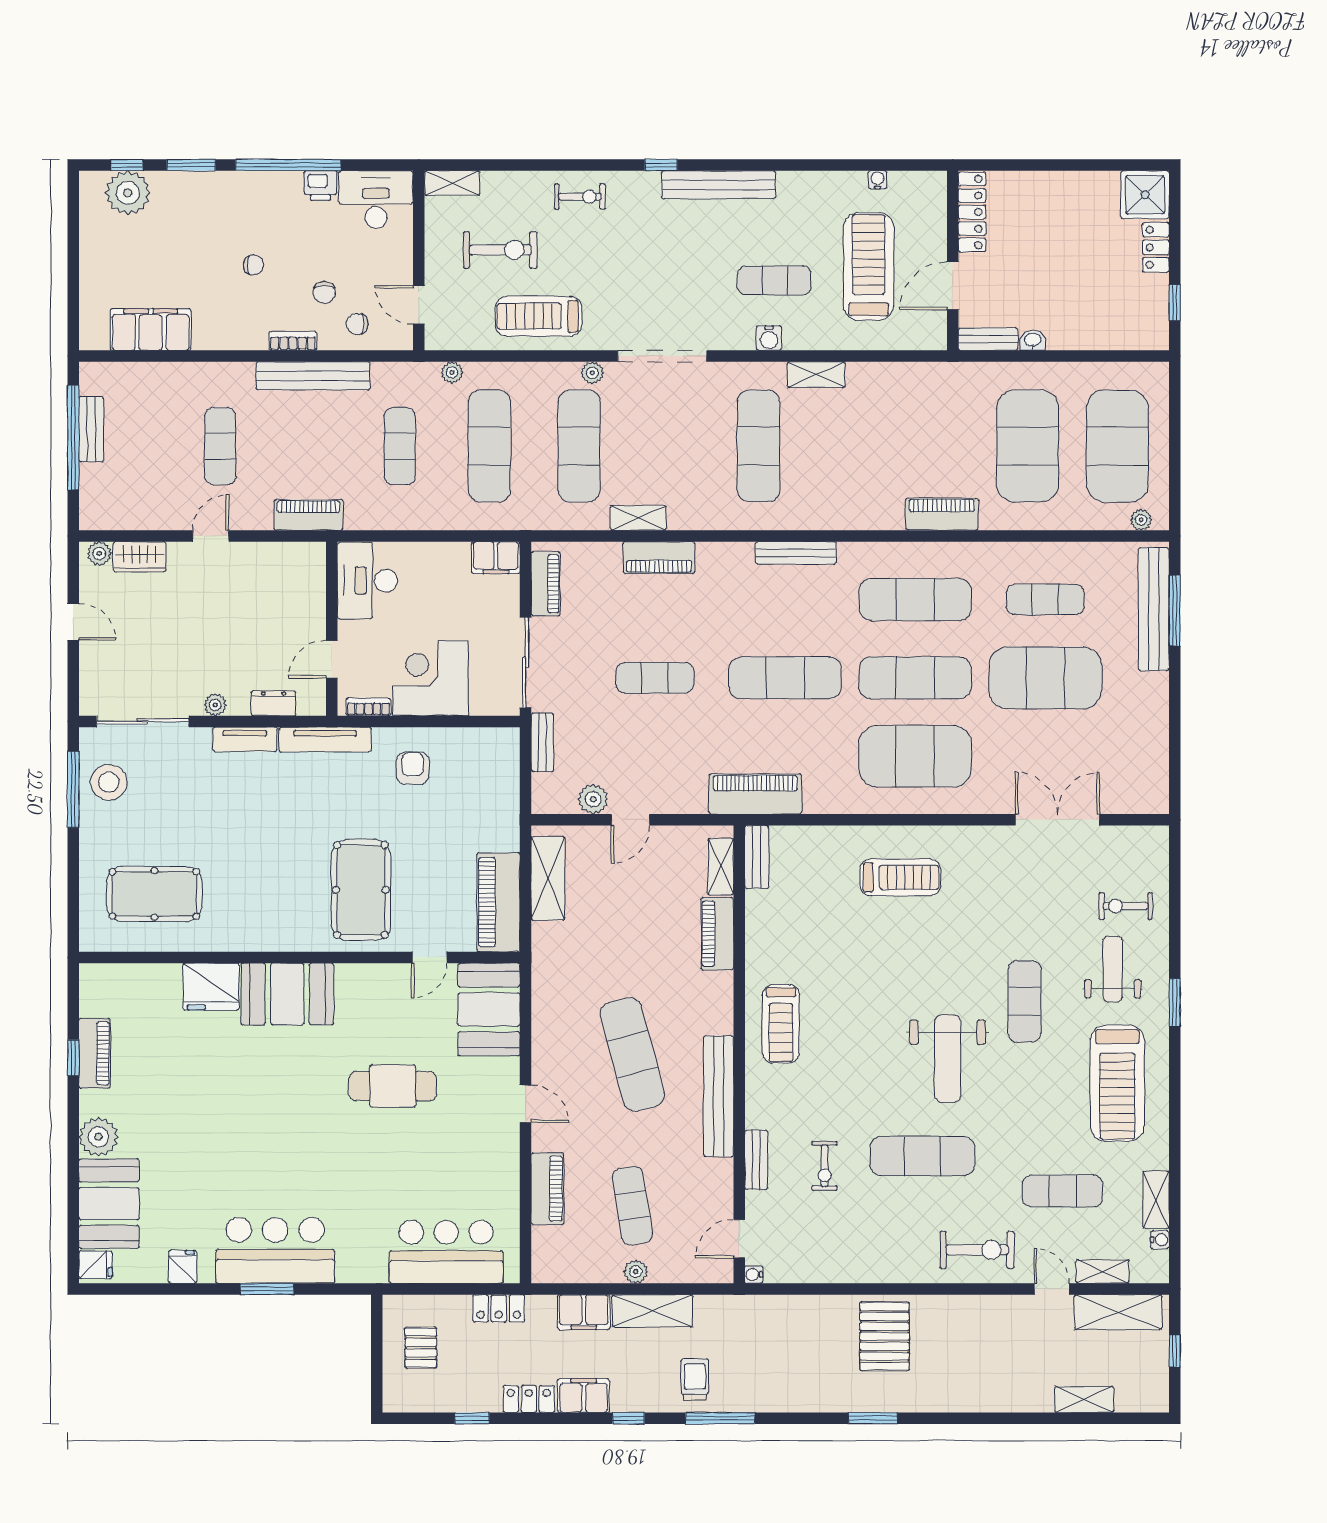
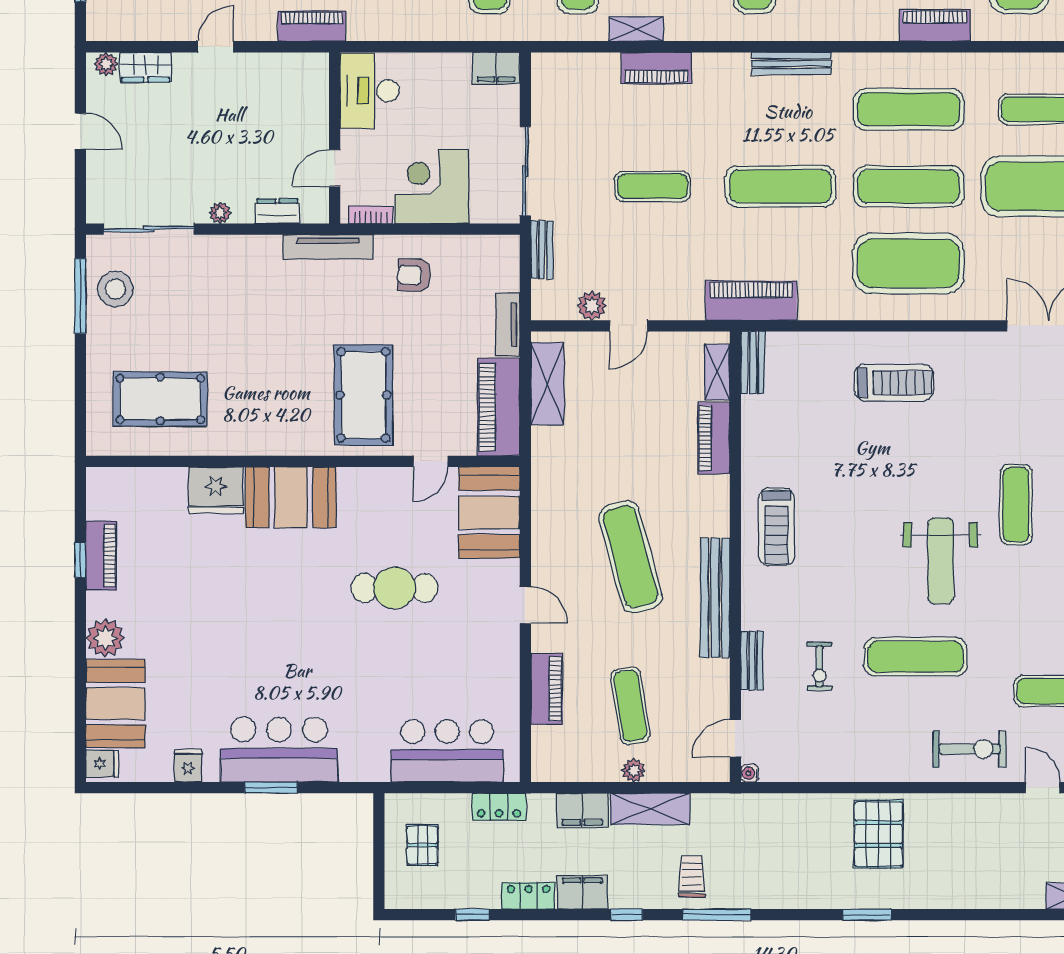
piano: (546, 584) -> (545, 94), removed
tv unit: (245, 739) -> (508, 325), moved, turned 90
armchair: (413, 768) -> (414, 275), turned -88

